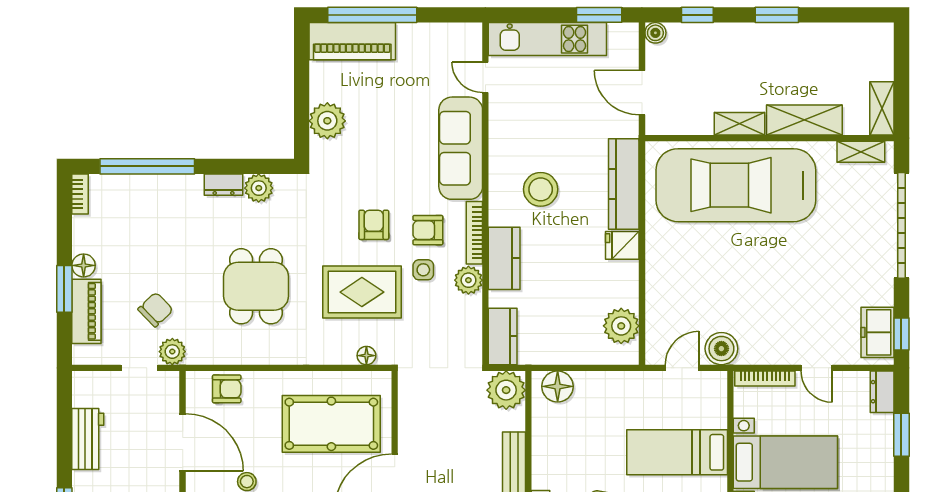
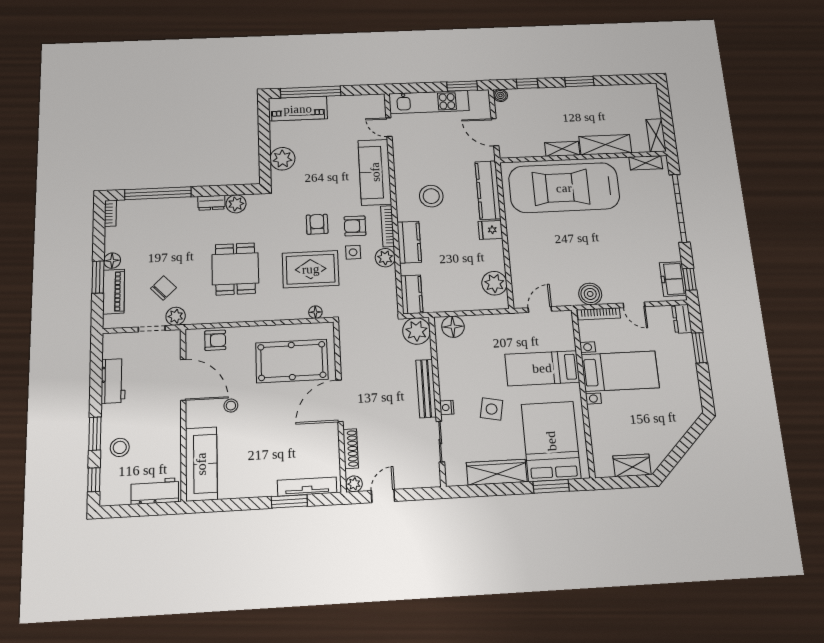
boiler: (721, 349) -> (590, 294), moved

